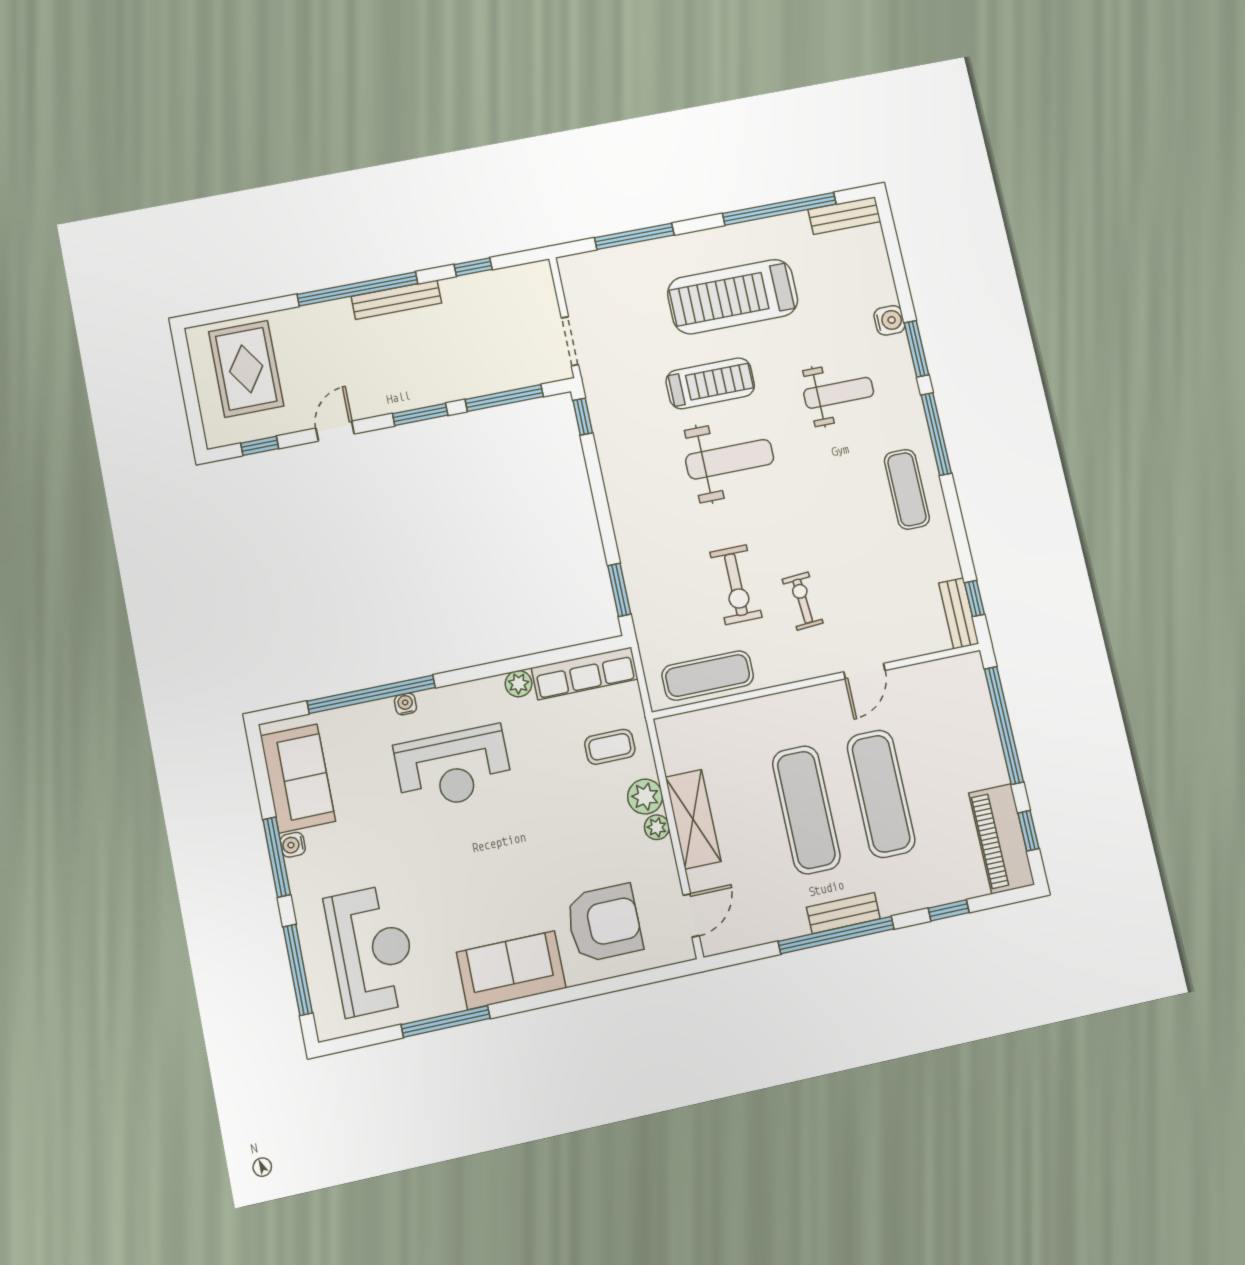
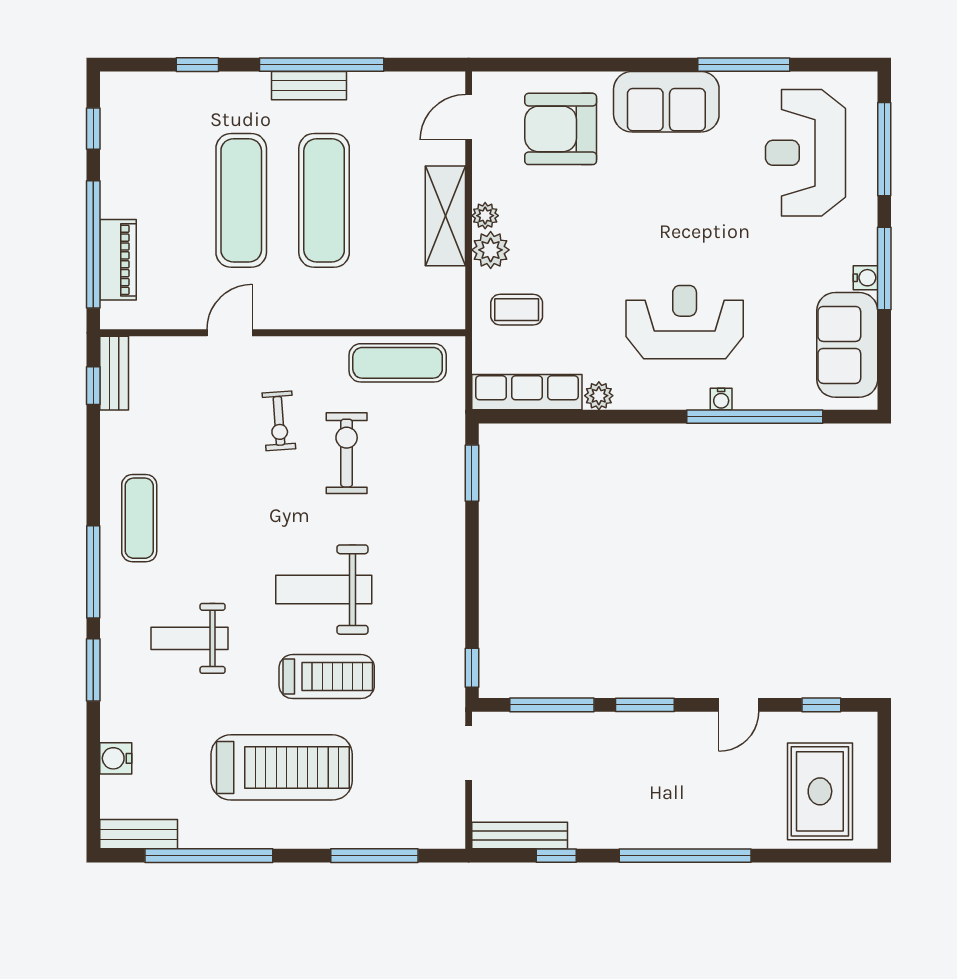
bench: (396, 300) -> (520, 836), moved
water cooler: (889, 320) -> (116, 758), moved
treadmill: (710, 383) -> (327, 677), turned 180
piano: (1002, 839) -> (118, 260), moved, width x0.73, depth x0.75

